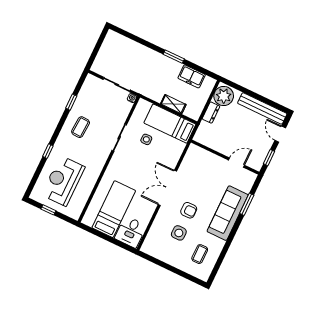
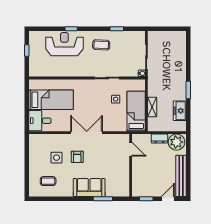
door: (237, 163) -> (131, 149), moved
reception desk: (63, 181) -> (64, 44), moved
sofa: (228, 213) -> (89, 187), width x0.73

